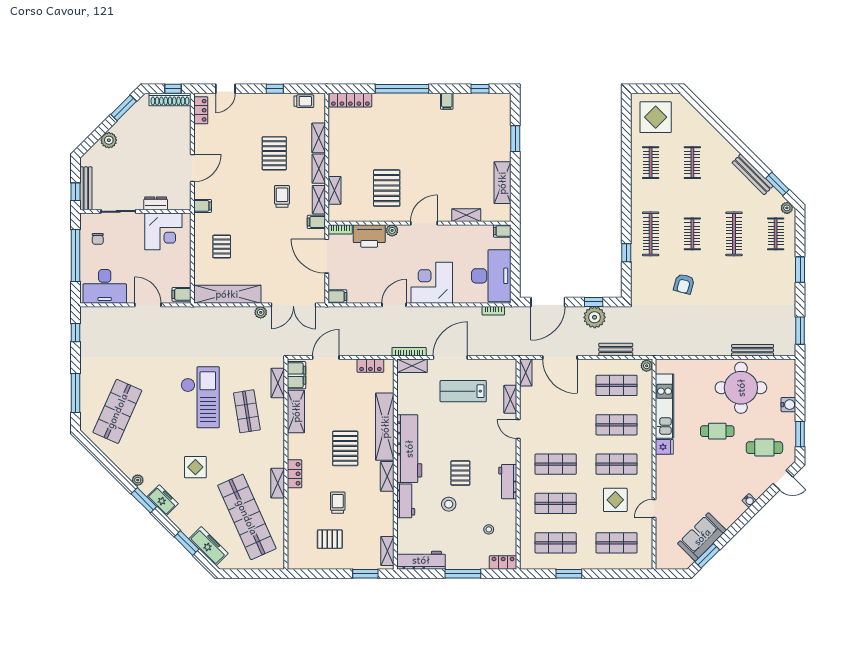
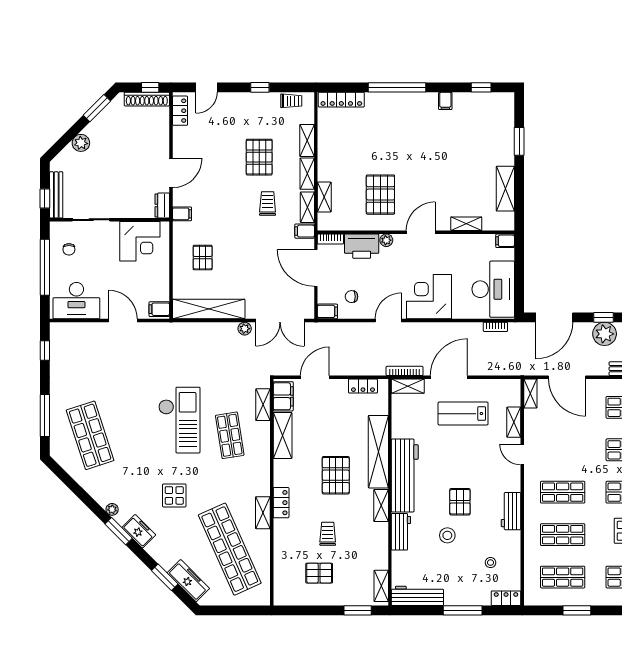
dresser: (156, 203) -> (162, 205), moved, turned -90
chair: (360, 283) -> (351, 297), added
shop shelf: (117, 411) -> (90, 435), turned -42

